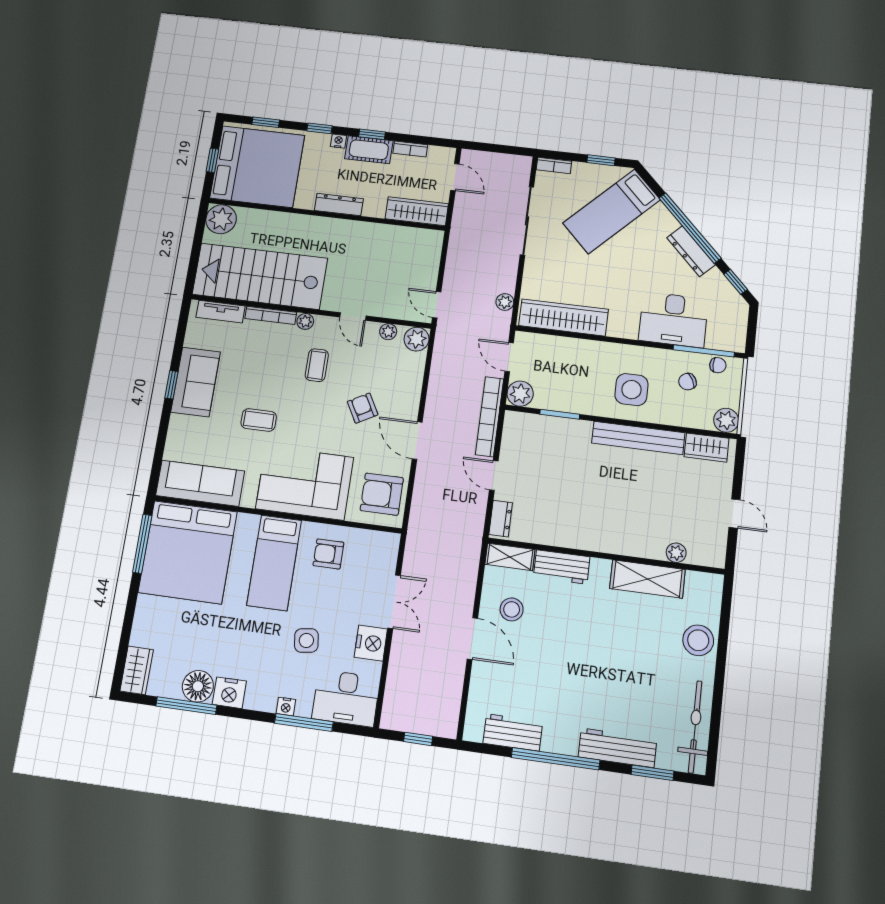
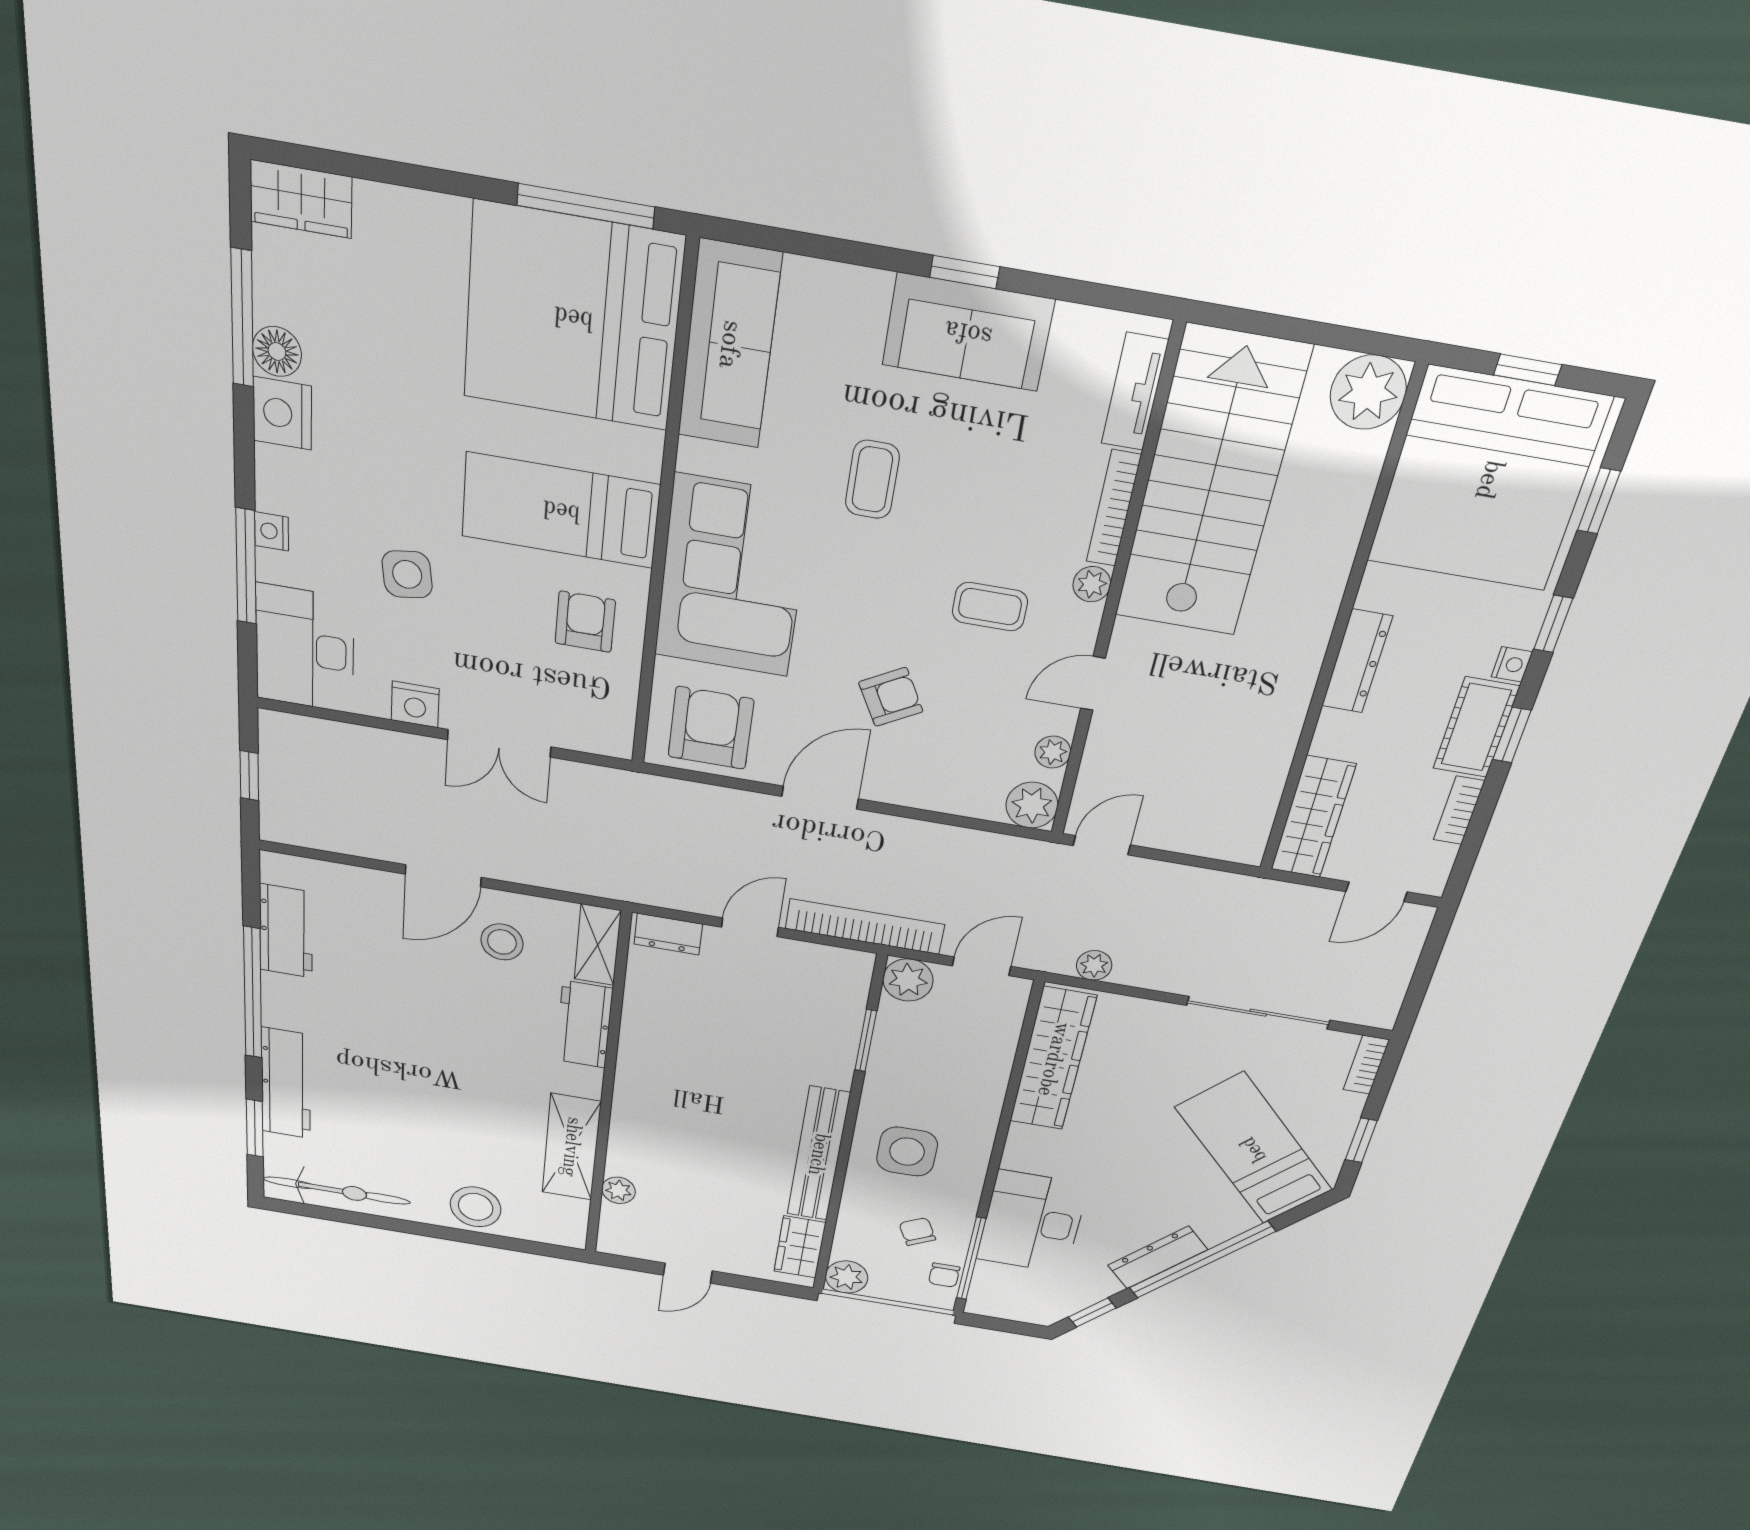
nightstand: (371, 643) -> (415, 704), width x0.74, depth x0.75
floor lamp: (198, 686) -> (277, 351), width x0.73, depth x0.73

